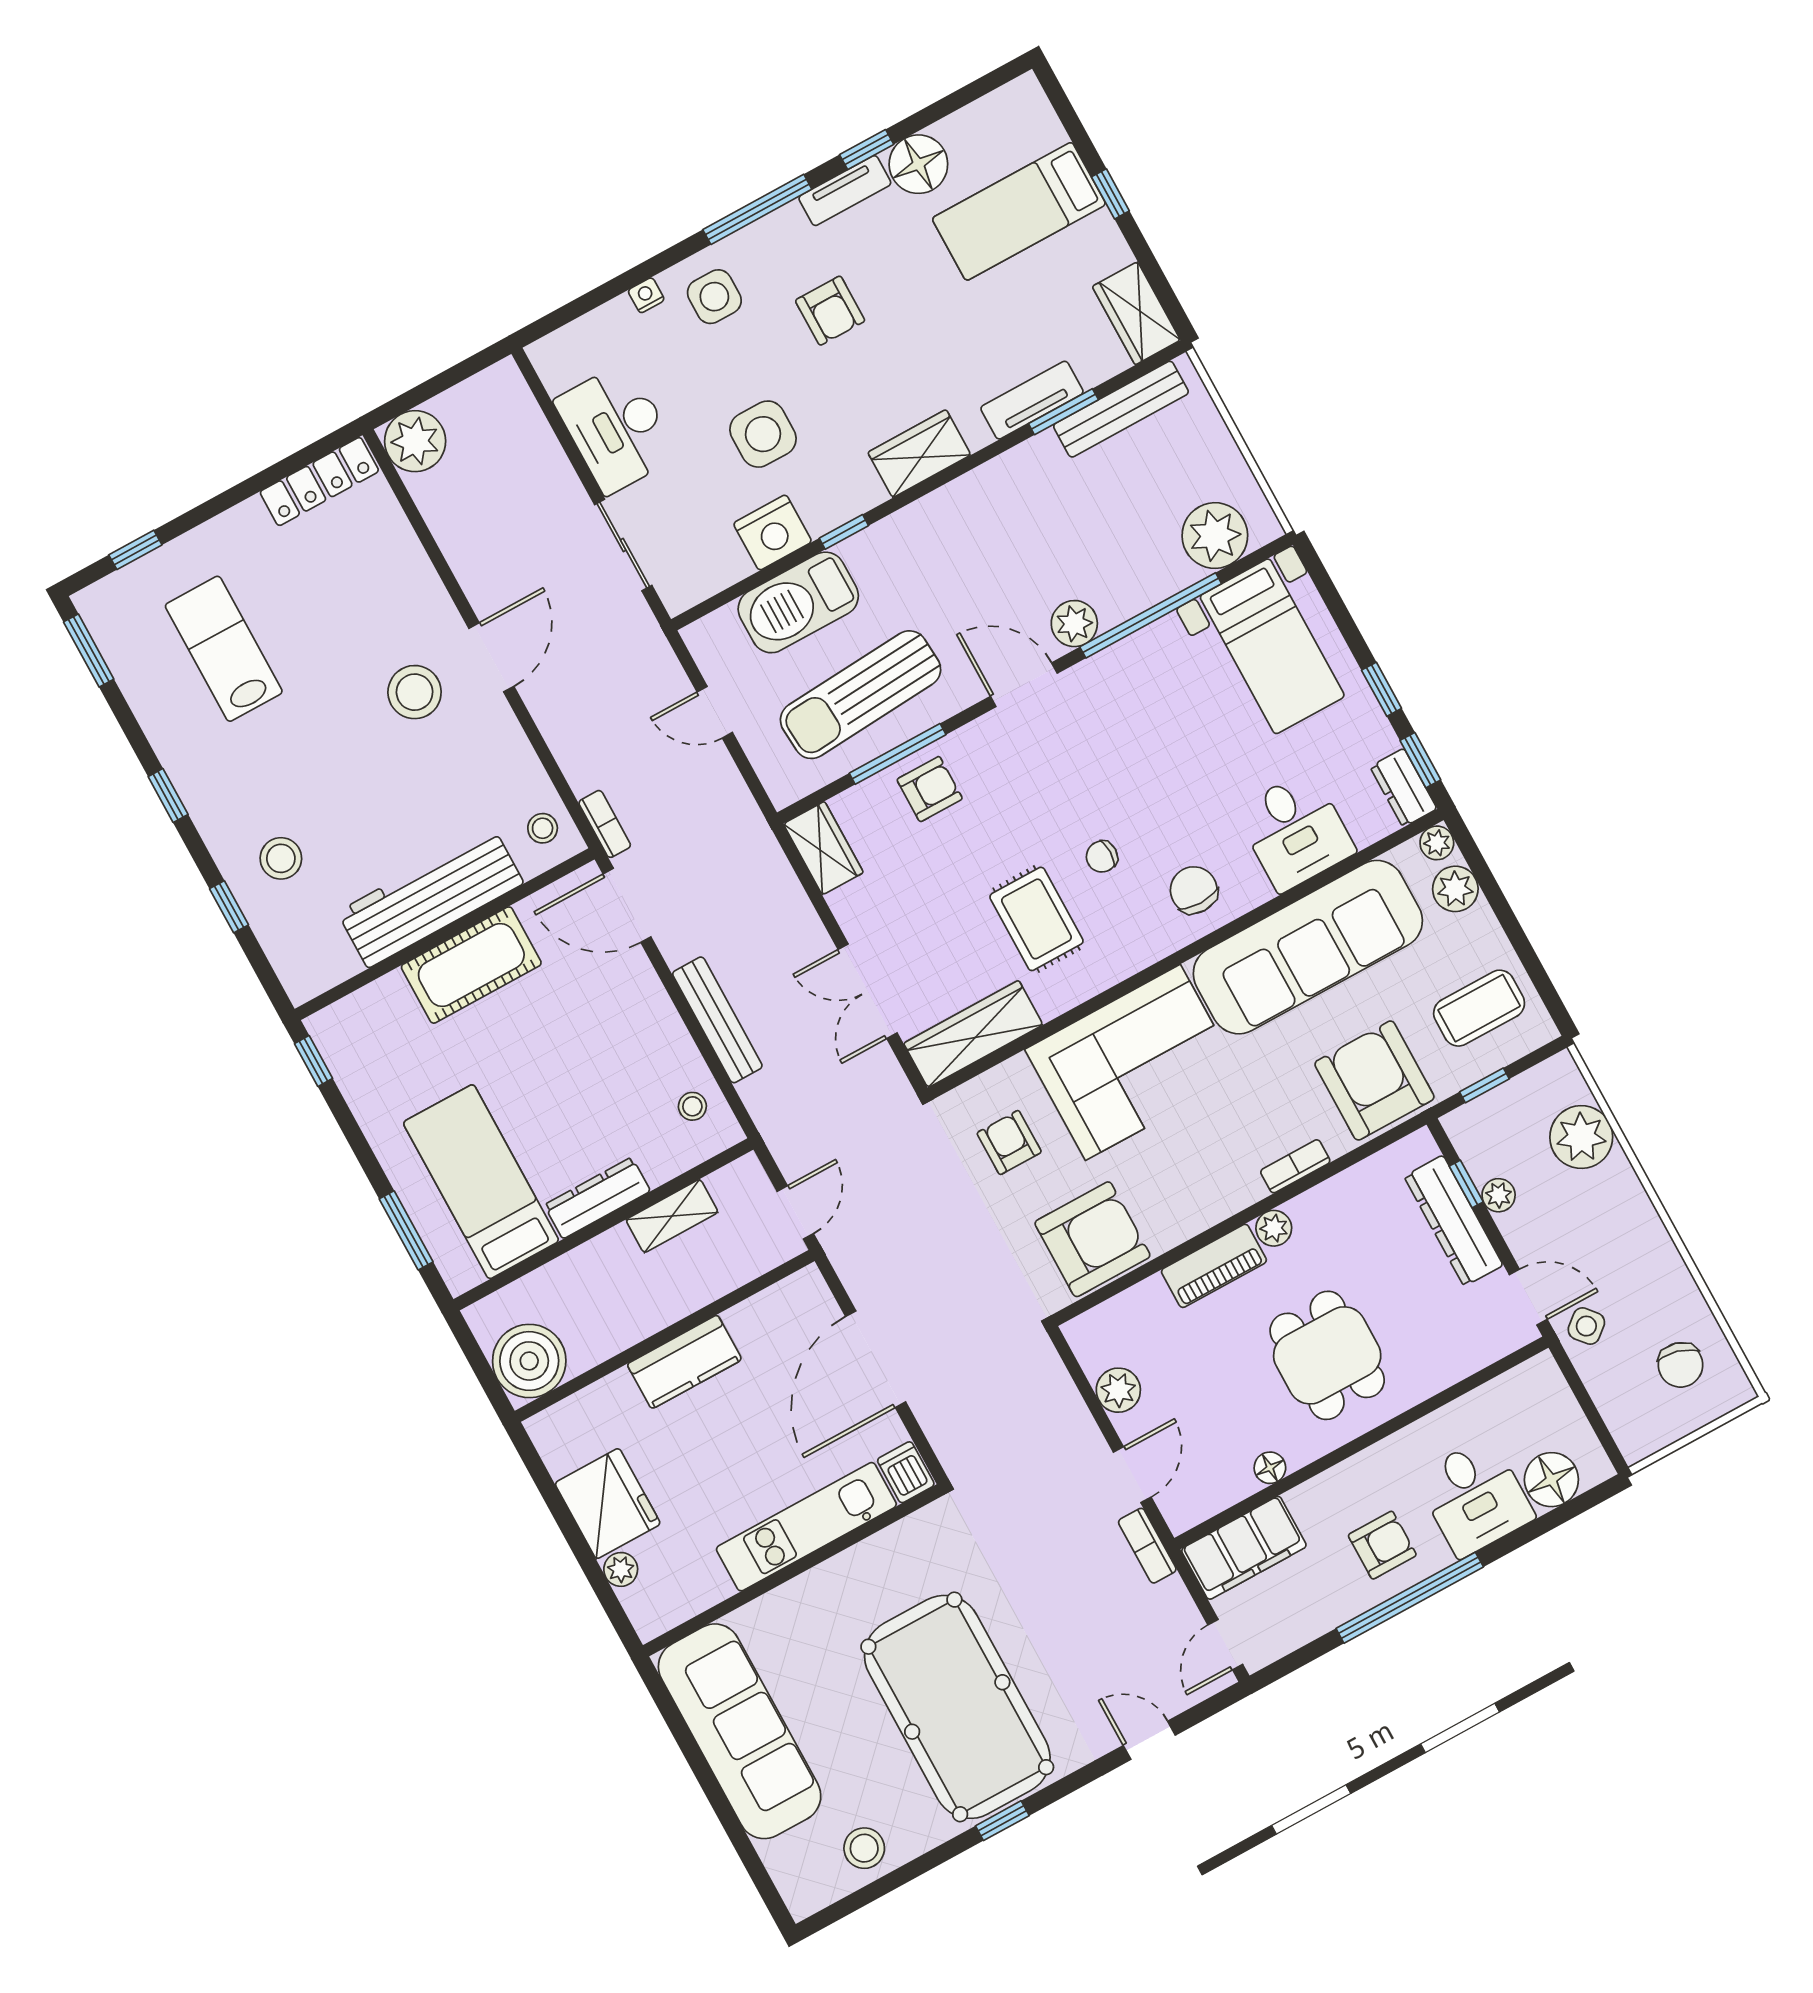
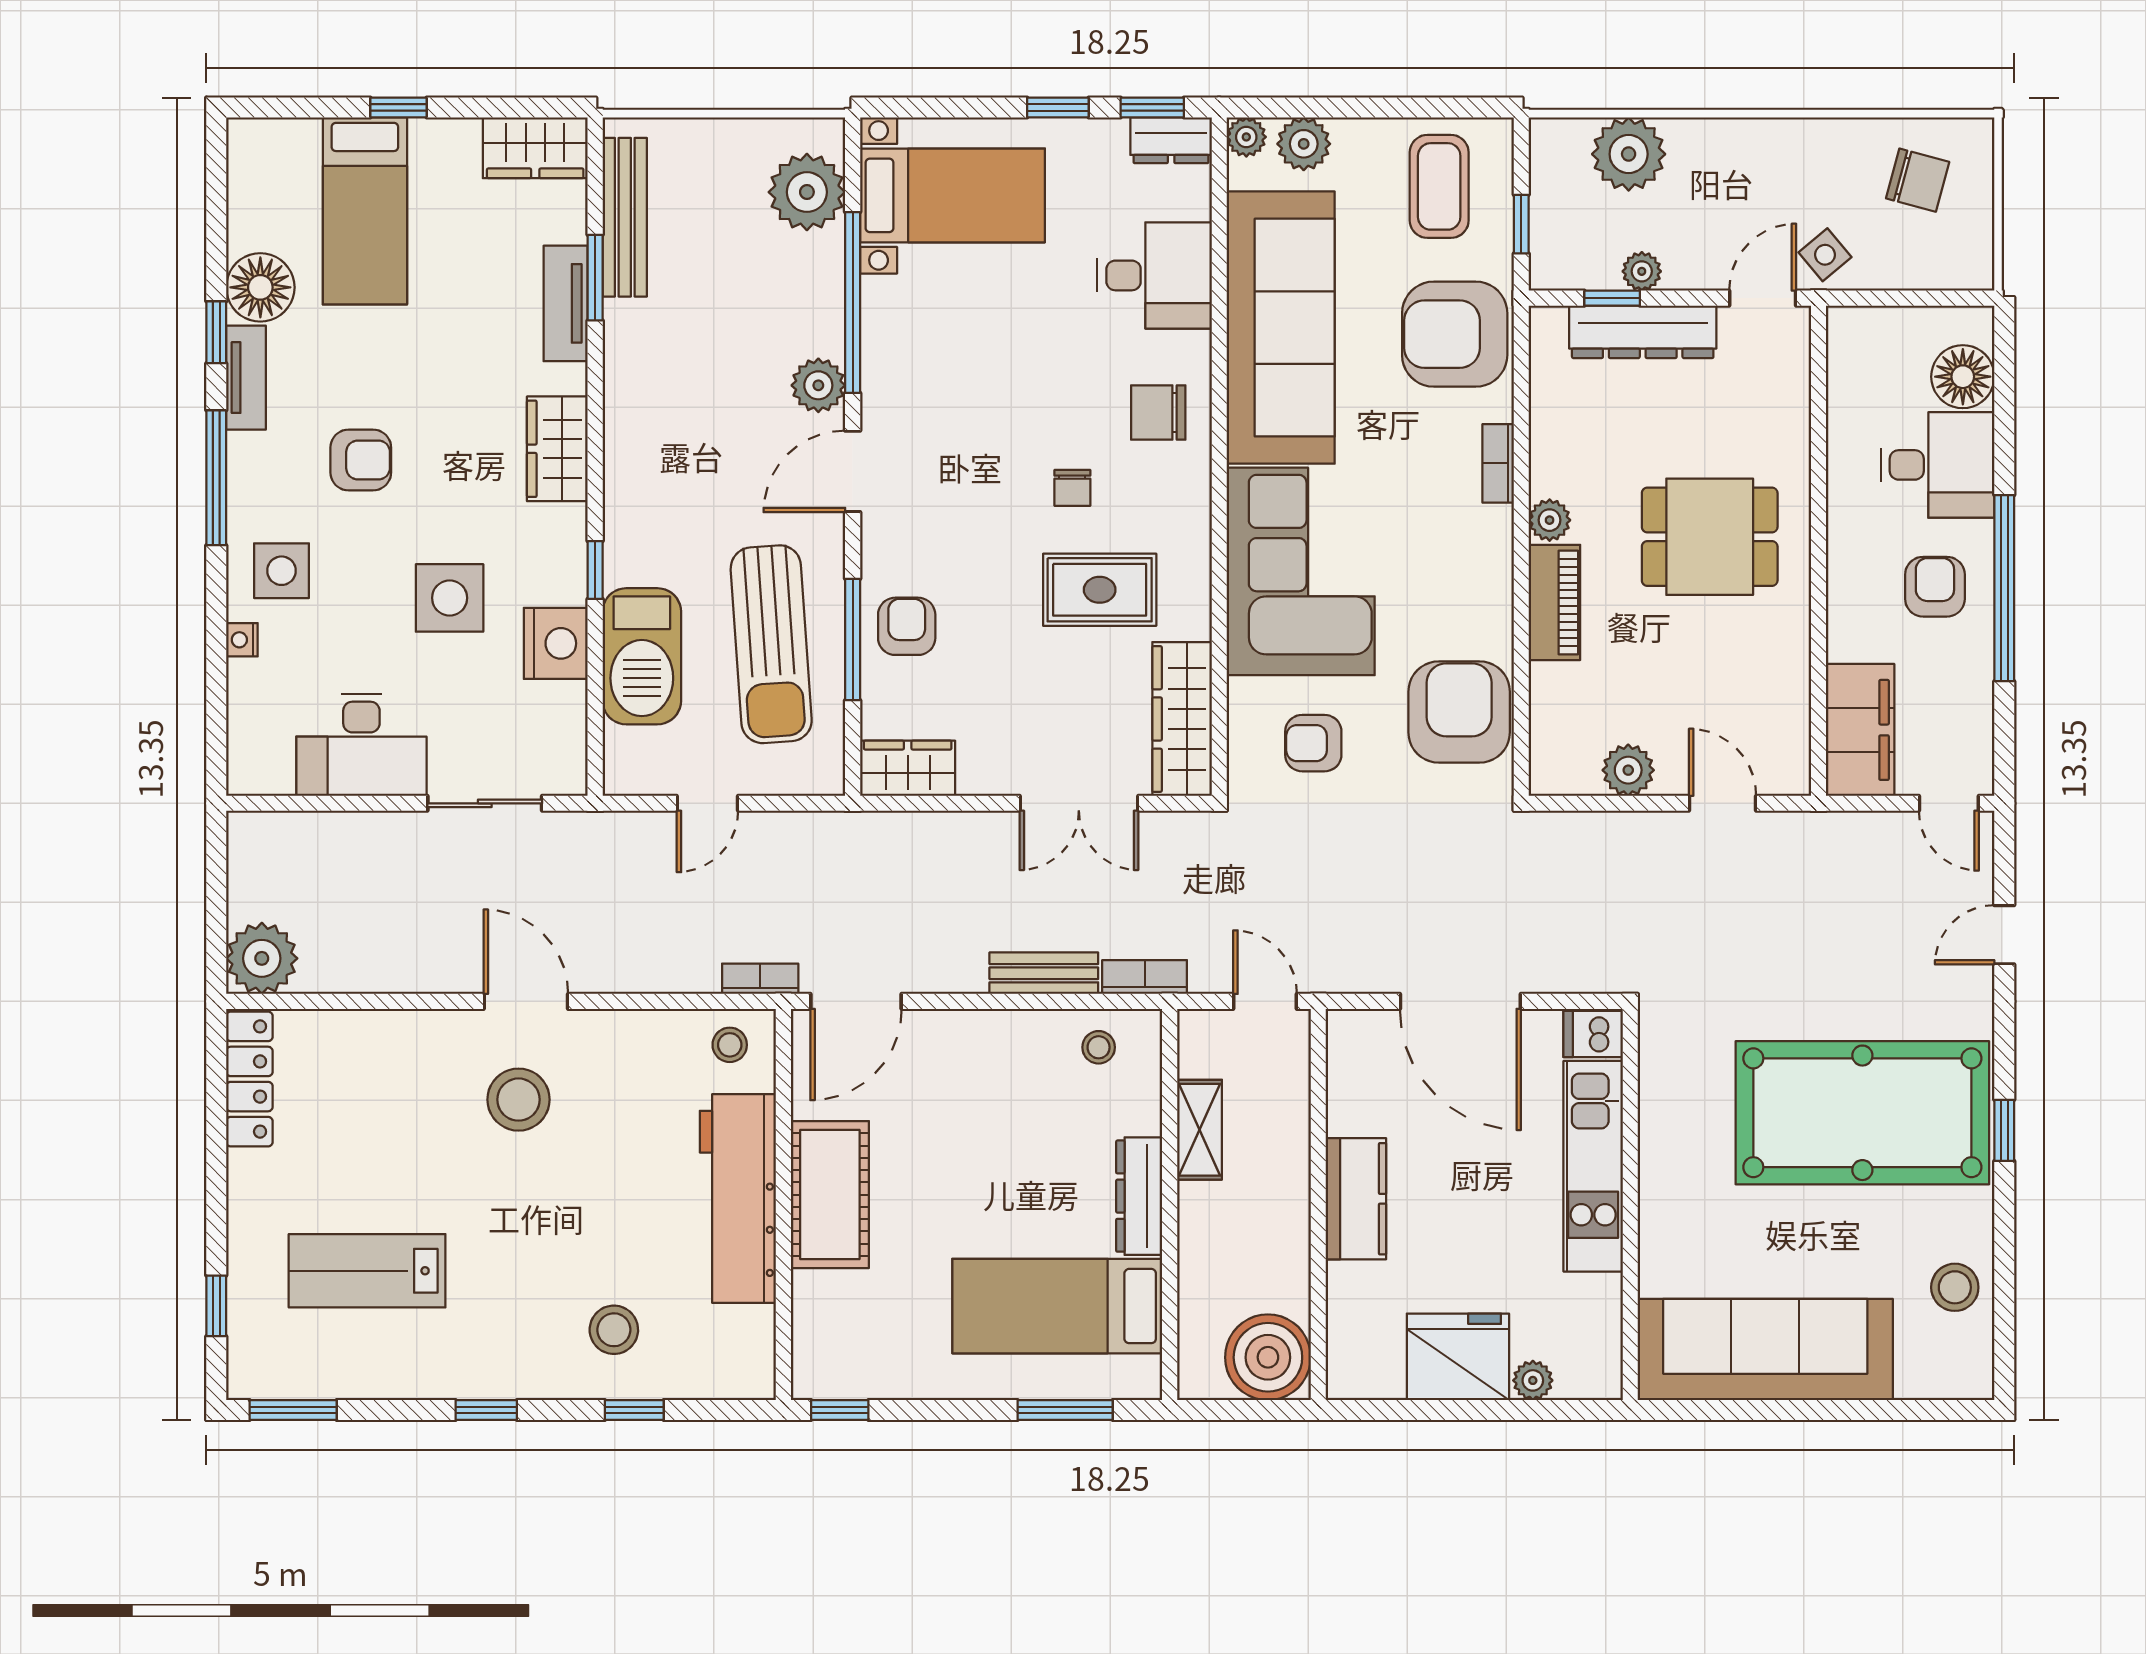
bench: (717, 1020) -> (1044, 973), width x0.73
floor lamp: (1270, 1468) -> (1793, 658), removed
bookcase: (1147, 1546) -> (1145, 977), moved, turned 180

